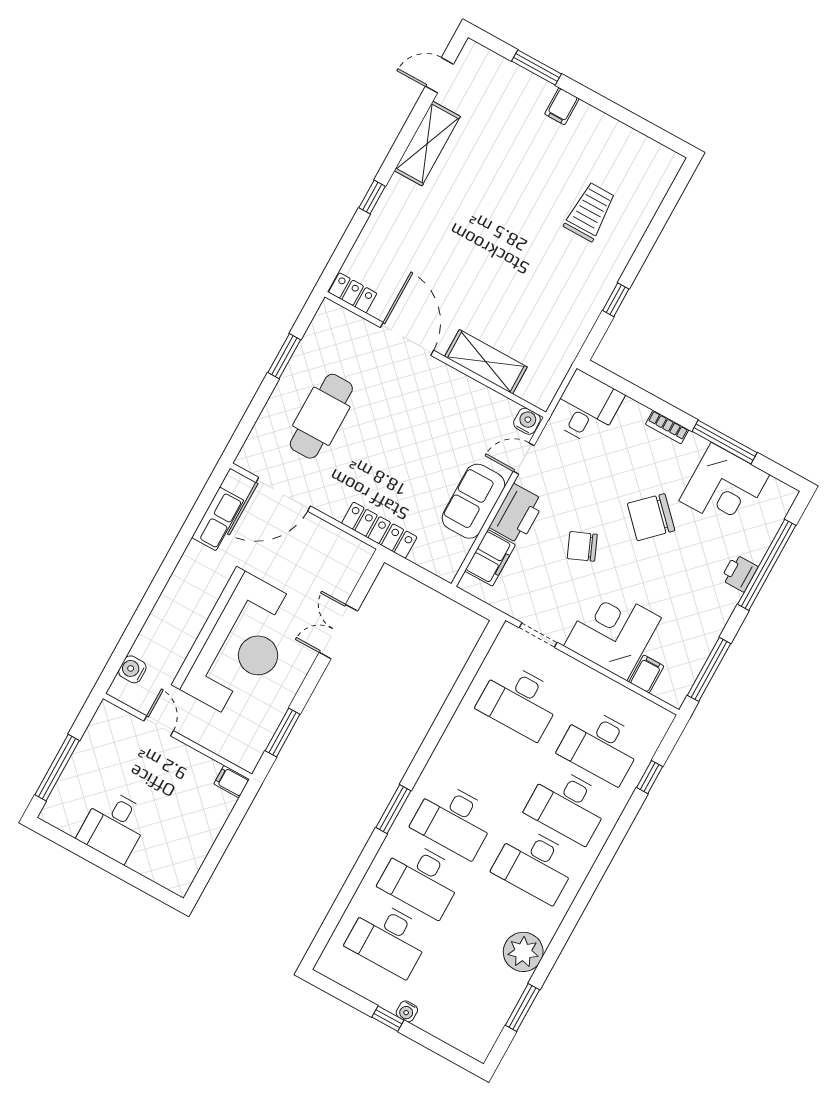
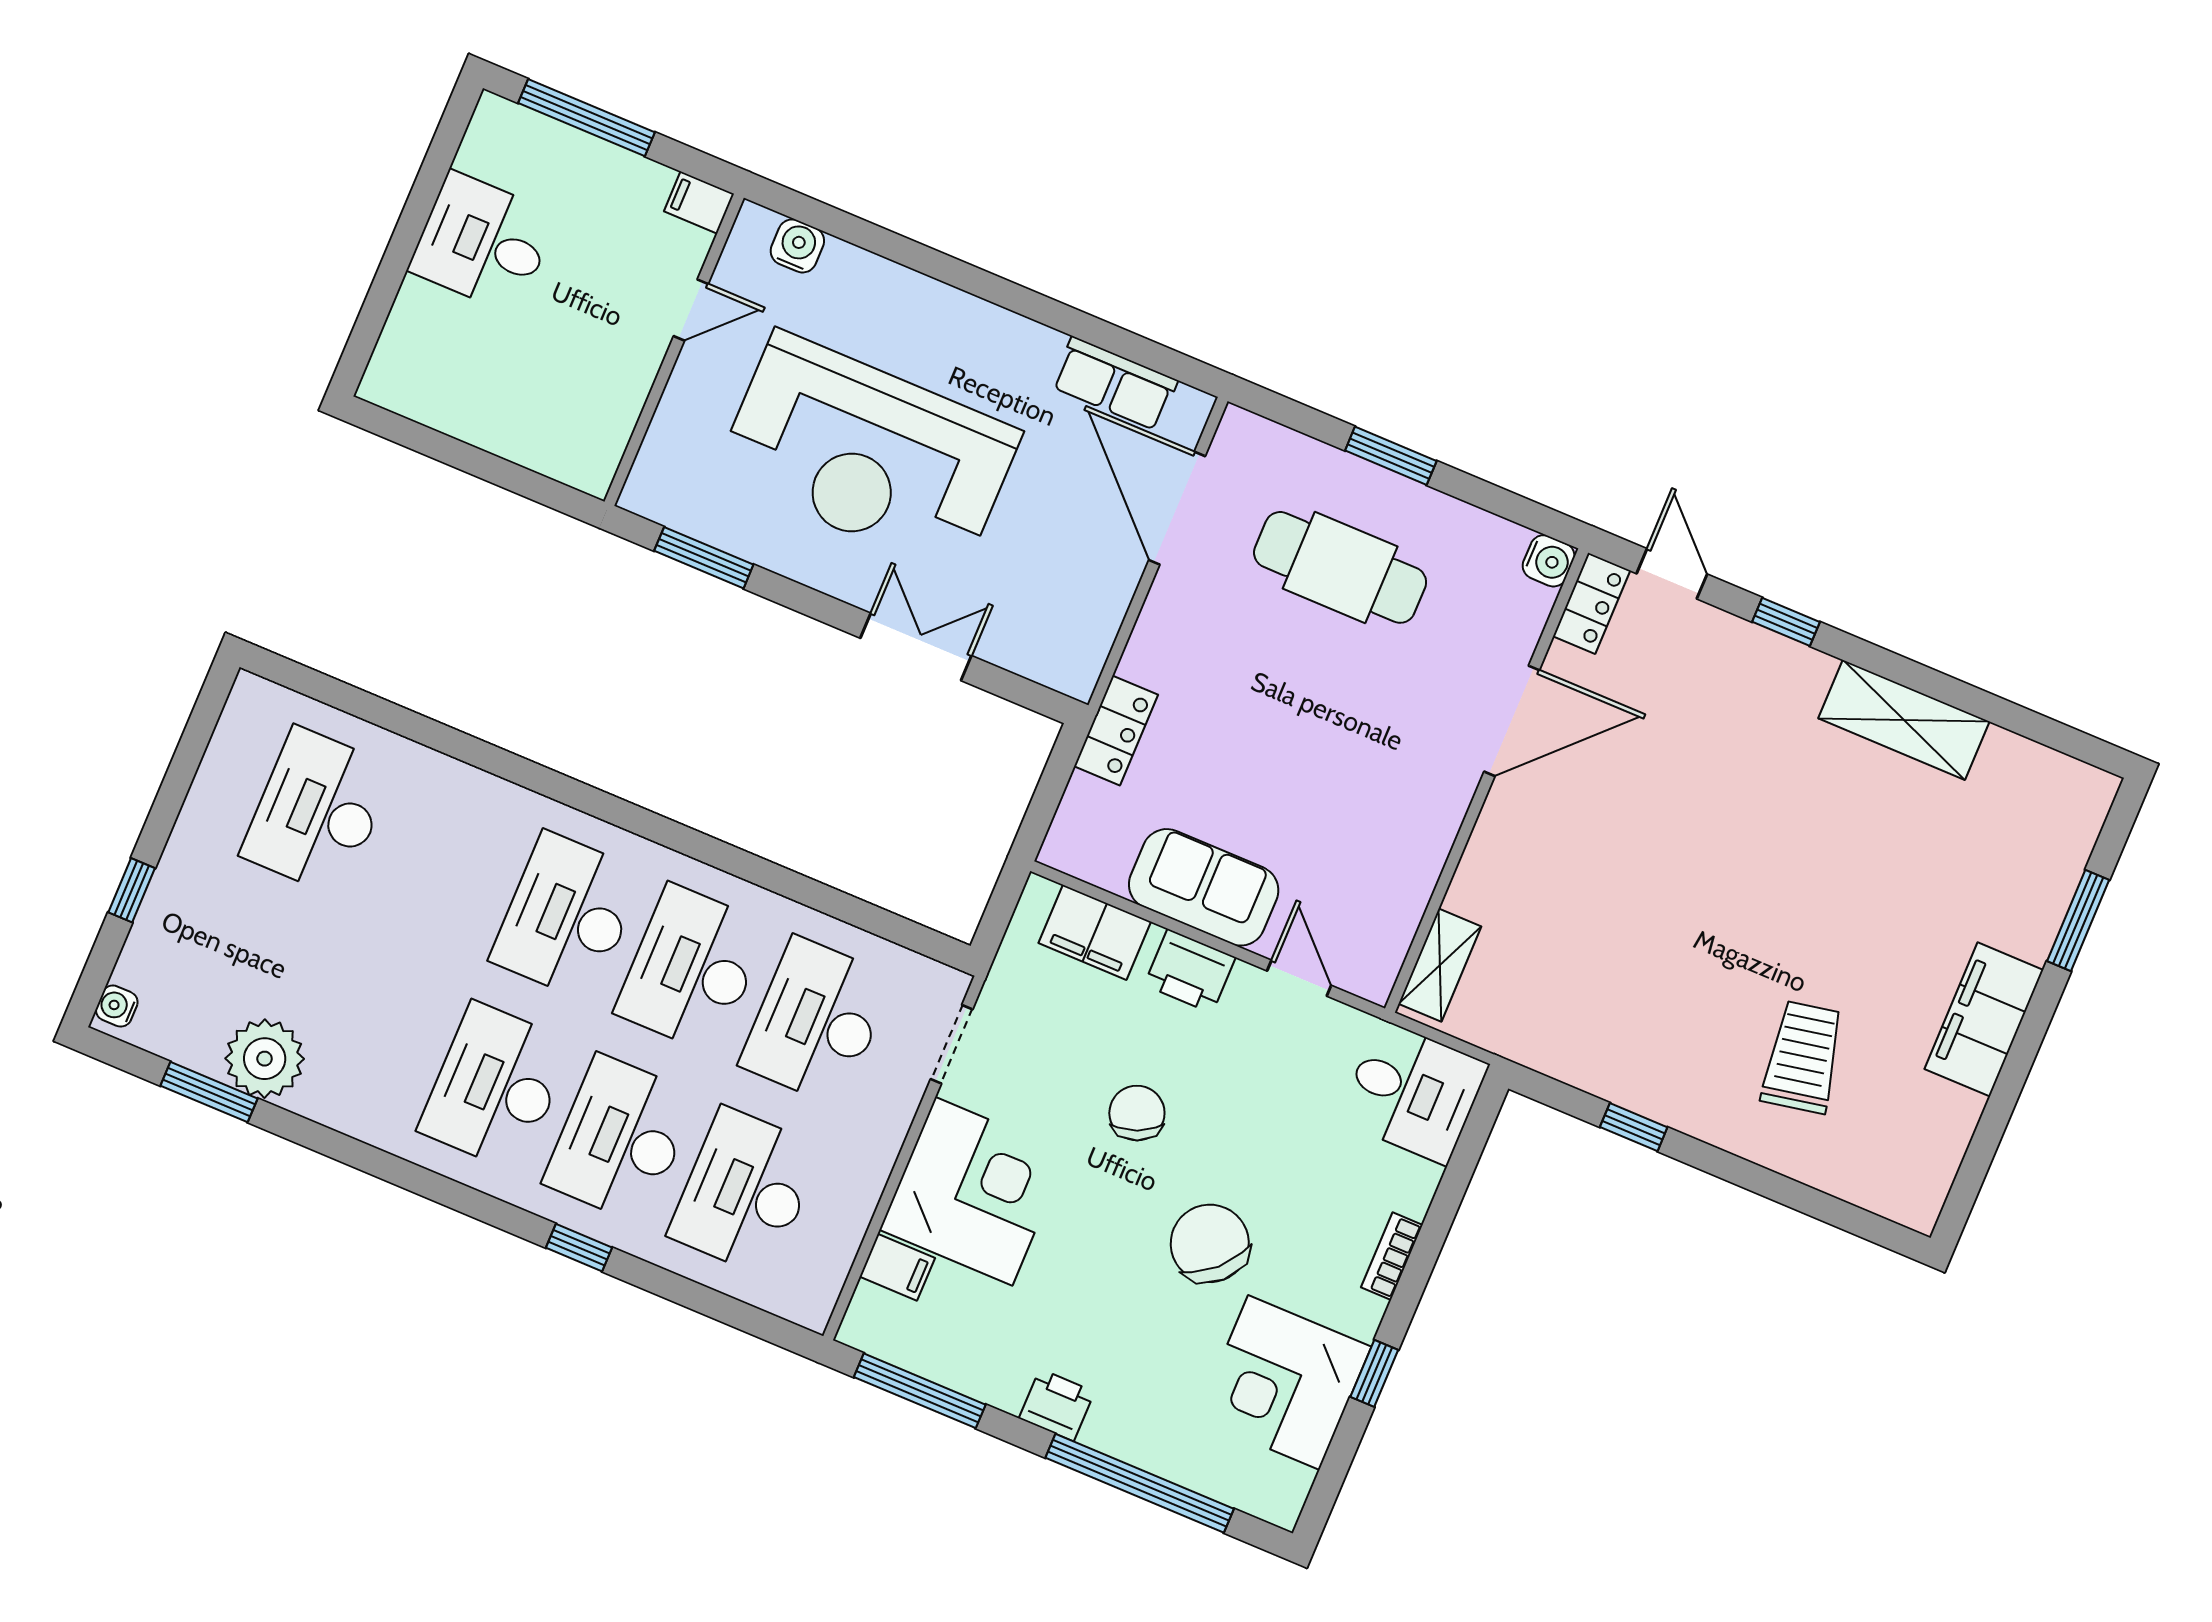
door: (439, 75) -> (1672, 574), moved
filing cabinet: (562, 106) -> (1984, 1019), width x3.00, depth x1.17
trolley: (590, 212) -> (1803, 1057), turned -101
window: (284, 356) -> (1391, 456), moved
shelving: (486, 362) -> (1440, 965), moved, width x0.67, depth x0.75
water cooler: (527, 421) -> (1549, 561), moved
window: (725, 442) -> (1374, 1373), width x0.46
printer: (517, 514) -> (1190, 971), width x0.73, depth x0.84
locker: (379, 530) -> (1116, 730), width x0.66
printer: (739, 573) -> (1057, 1405), moved
window: (650, 777) -> (579, 1248), moved
filing cabinet: (232, 782) -> (699, 202), moved, turned -90
window: (393, 809) -> (575, 794), removed
desk: (421, 879) -> (692, 969), moved
plant: (523, 952) -> (265, 1059), moved
water cooler: (407, 1011) -> (117, 1006), moved
window: (388, 1019) -> (132, 890), moved

